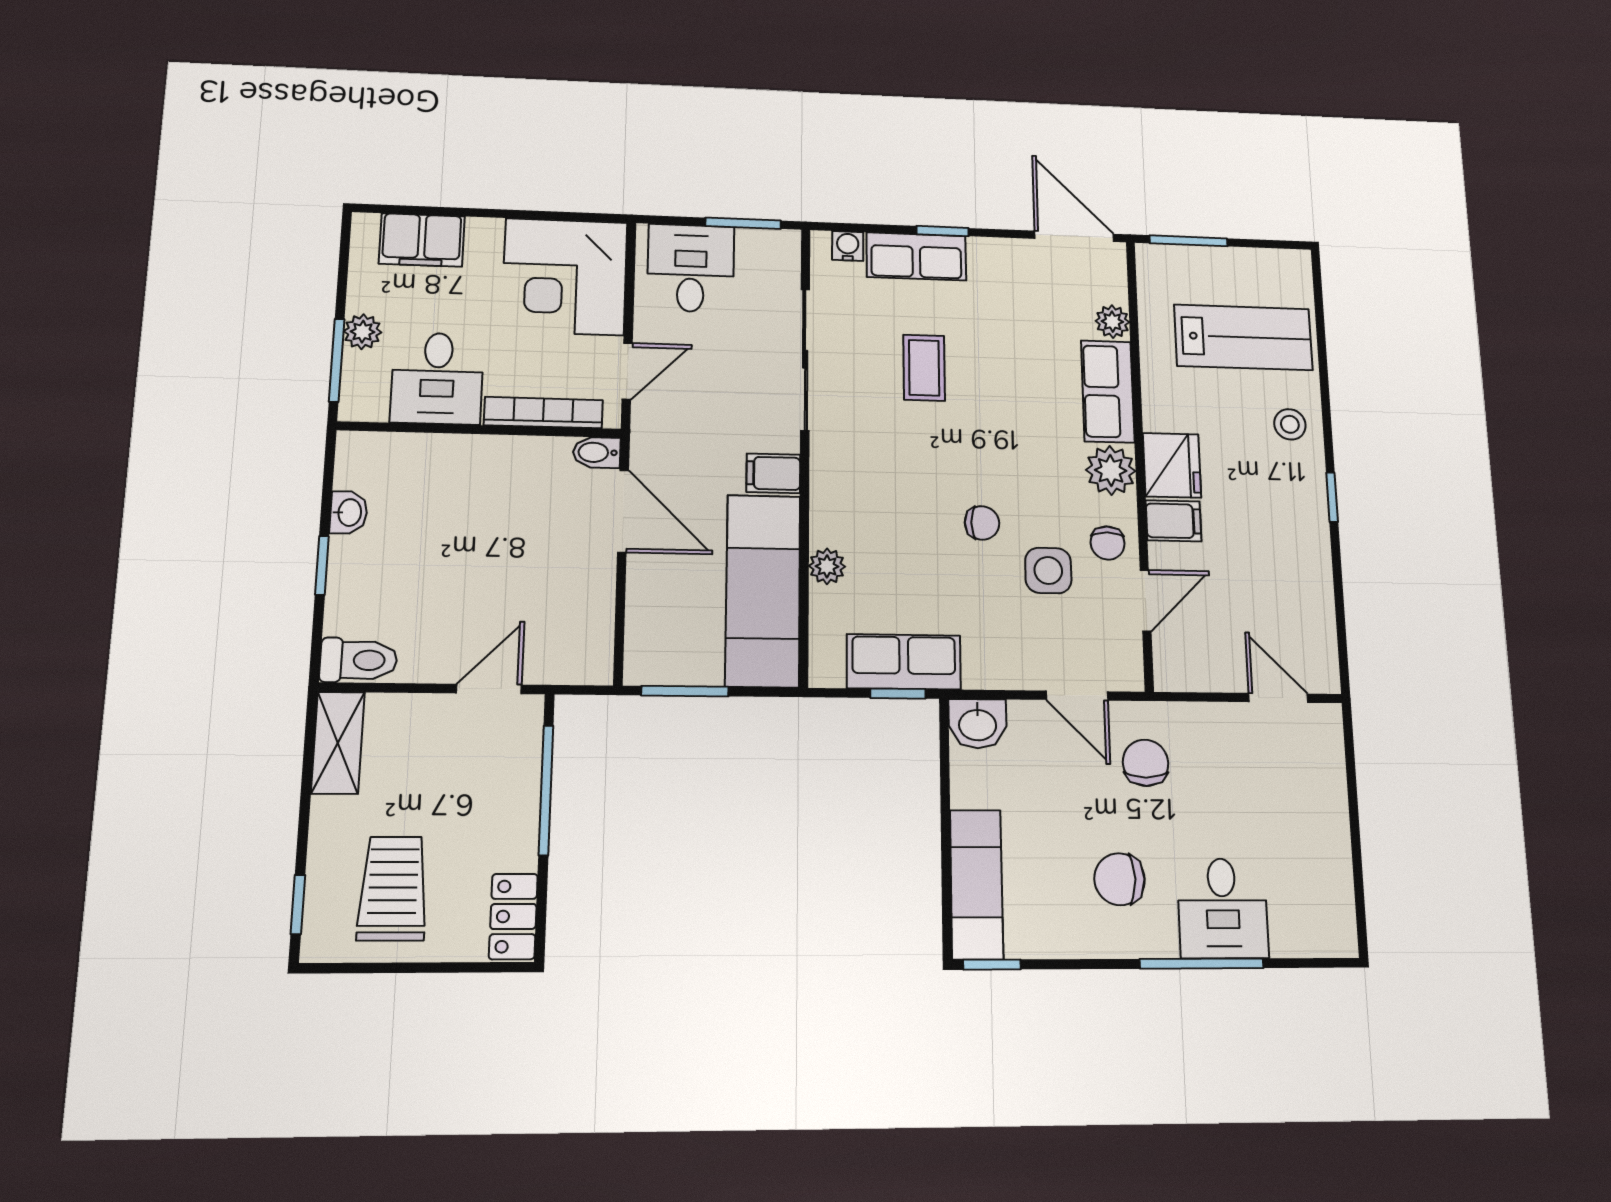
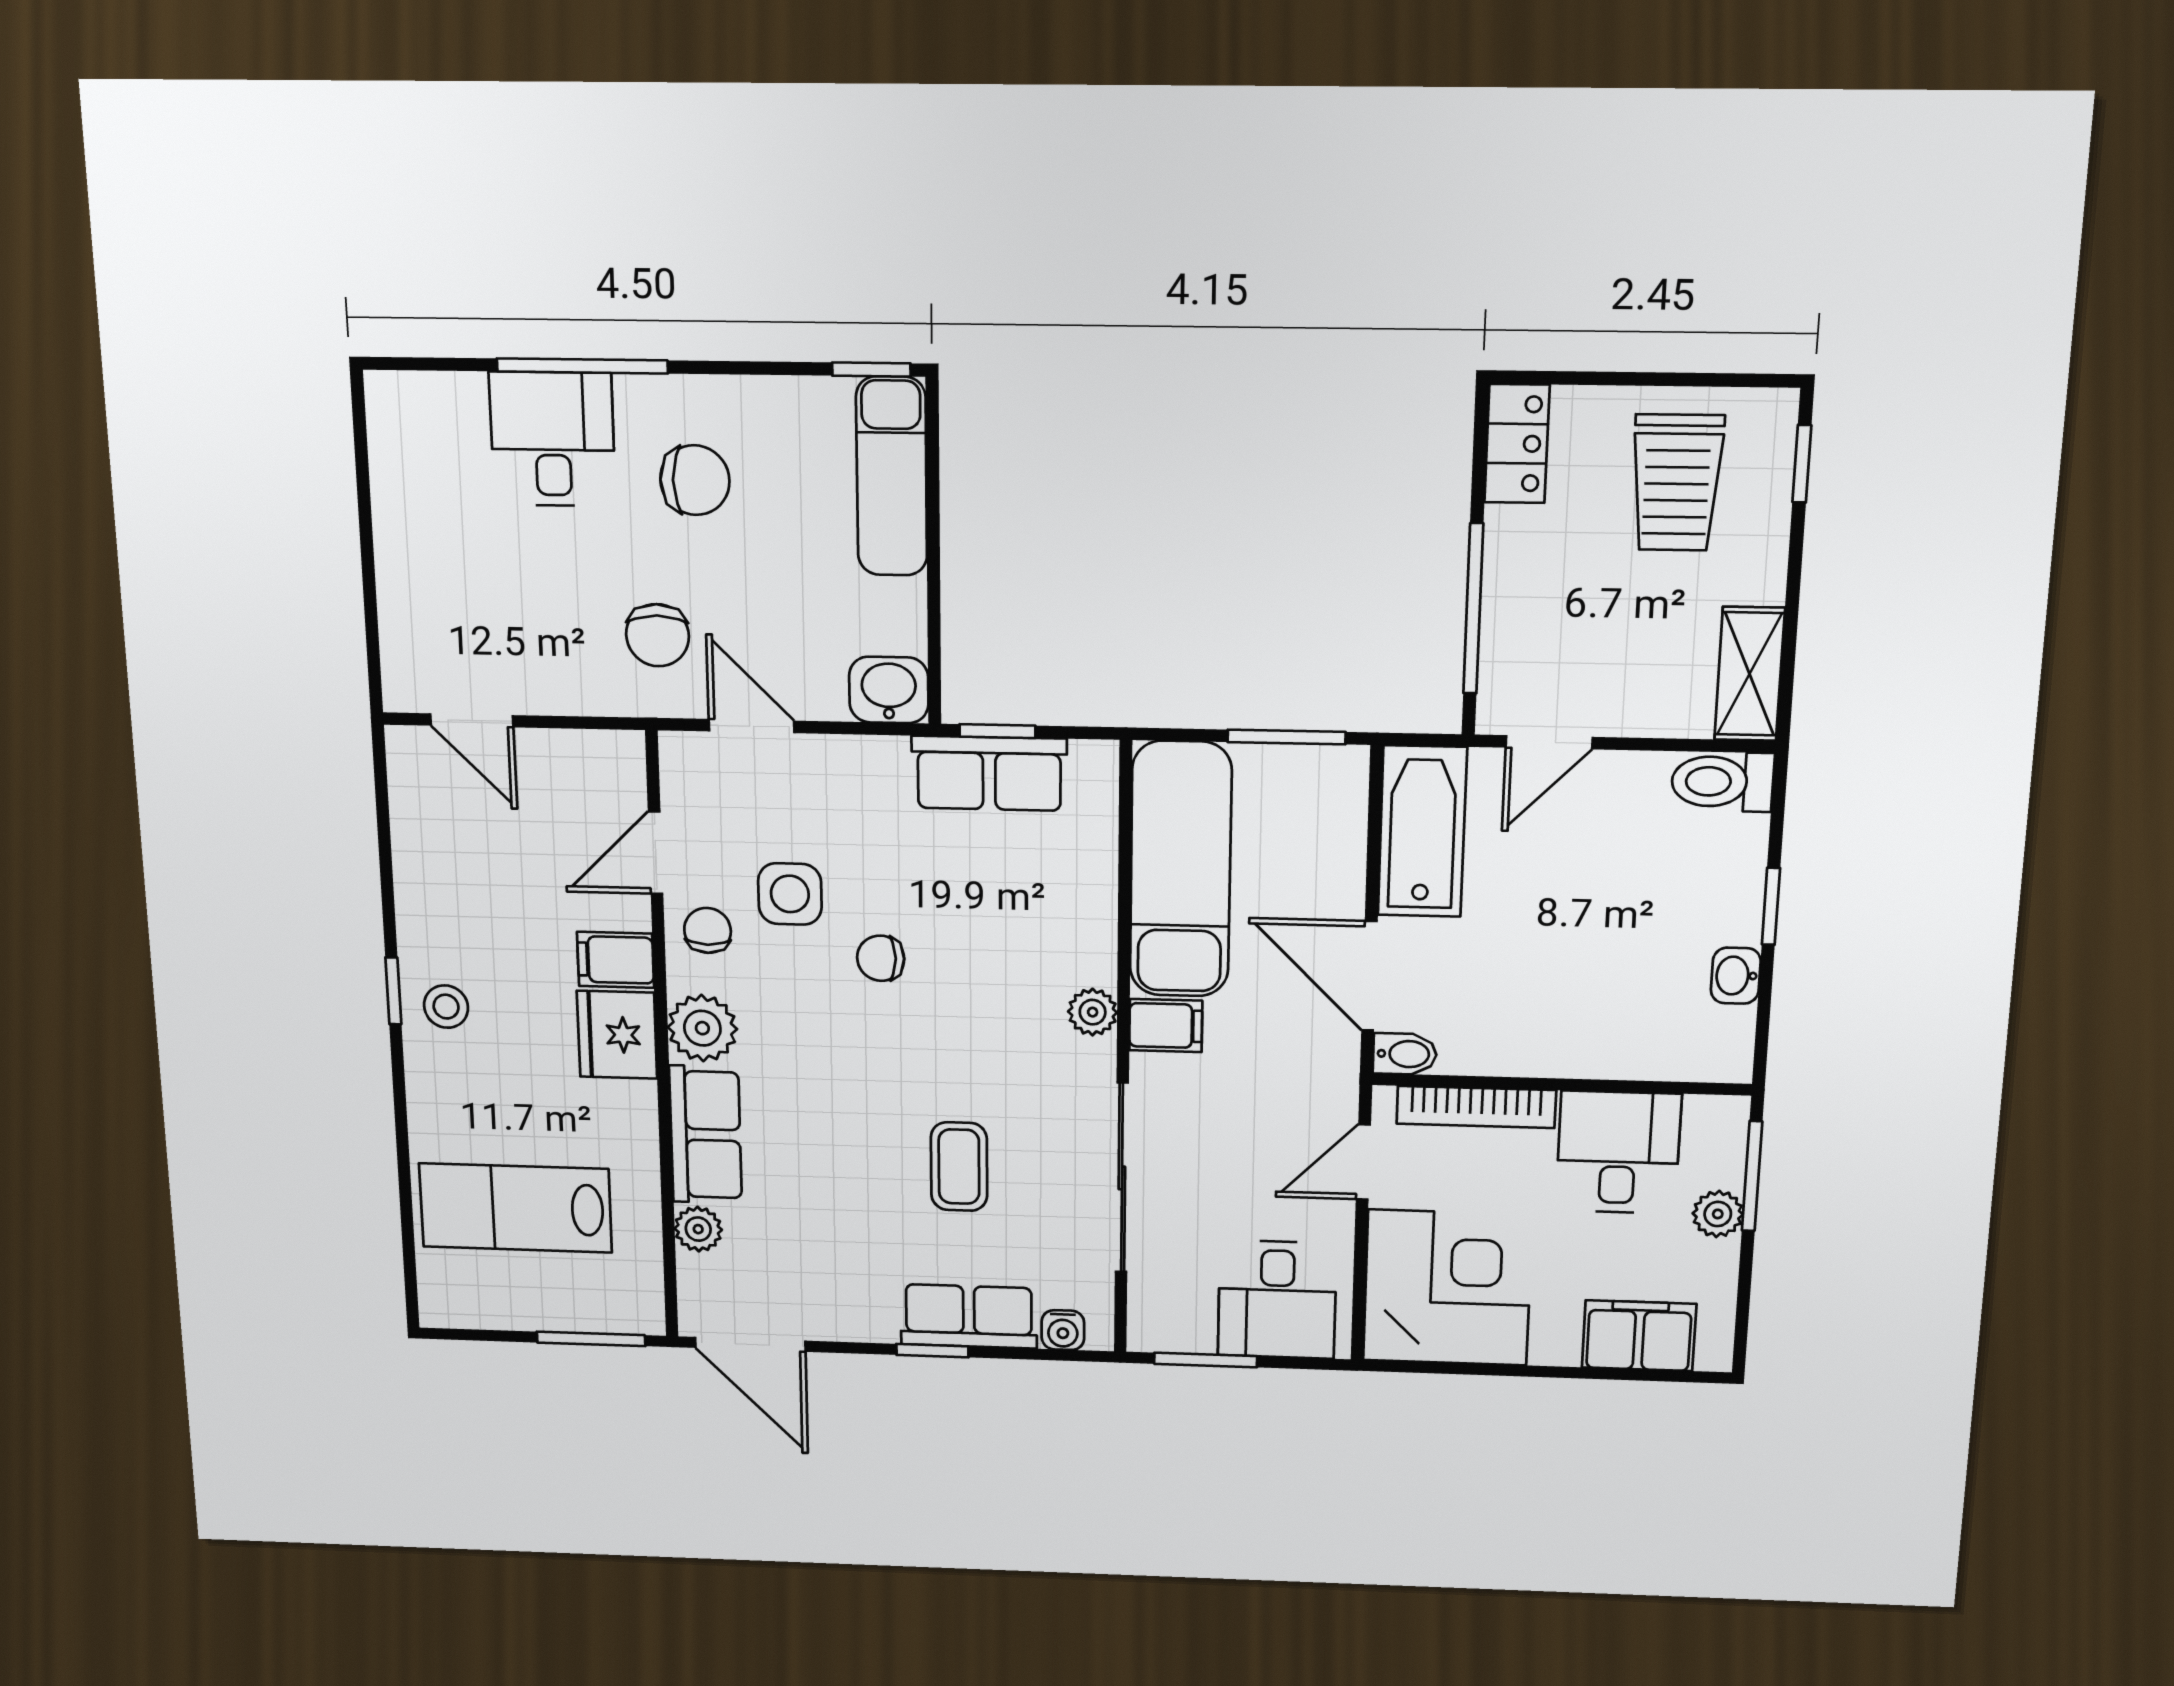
stool: (1290, 424) -> (446, 1007), moved
plant: (827, 566) -> (1093, 1012), moved
bathtub: (584, 621) -> (1422, 831), added

